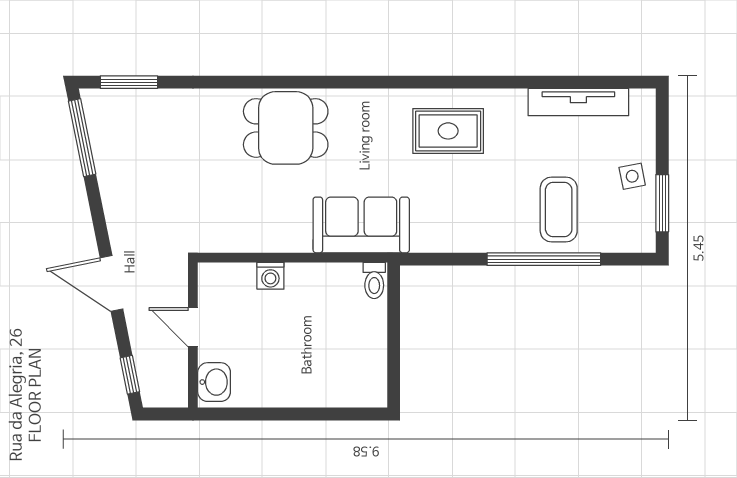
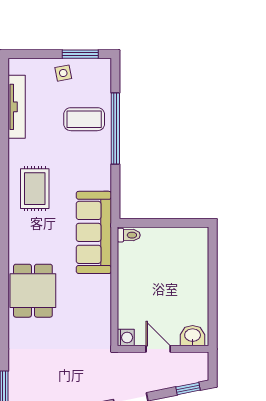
sofa: (361, 225) -> (94, 232), width x1.36
washing machine: (270, 276) -> (126, 338), moved
door: (193, 327) -> (158, 349), swing flipped

